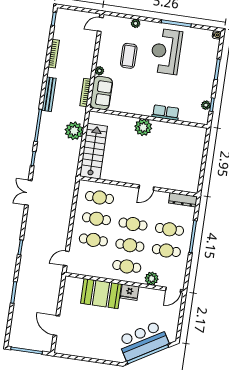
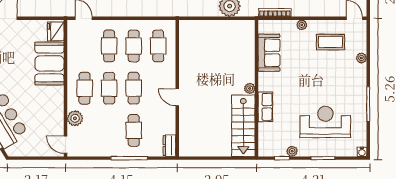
reception desk: (166, 51) -> (325, 122), moved
coffee table: (129, 56) -> (330, 42), moved
sofa: (101, 93) -> (269, 53), moved, turned -90
plant: (206, 105) -> (292, 151), moved
plant: (143, 127) -> (250, 88), width x0.53, depth x0.53
stairs: (94, 151) -> (243, 126), moved, turned 90
dresser: (183, 200) -> (169, 146), width x0.70
cafe table: (166, 251) -> (109, 130), removed
fridge: (130, 292) -> (56, 31), moved

